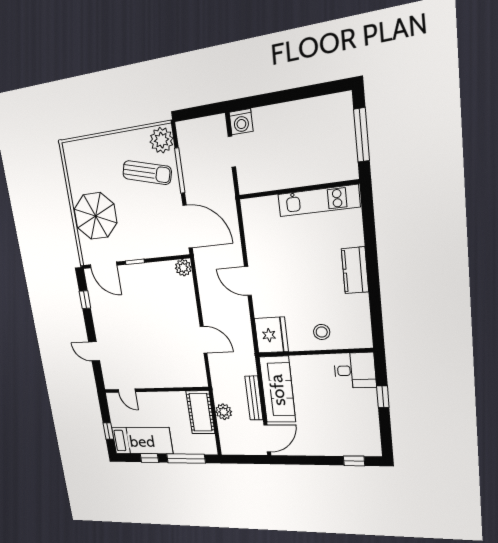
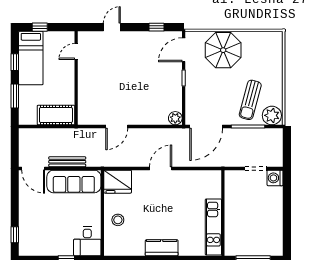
plant: (224, 412) -> (56, 135), removed
window: (186, 459) -> (15, 96), width x0.69

